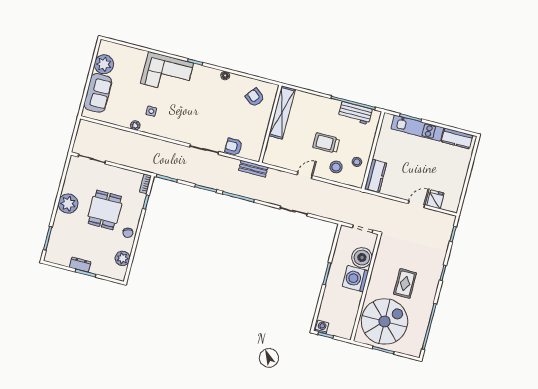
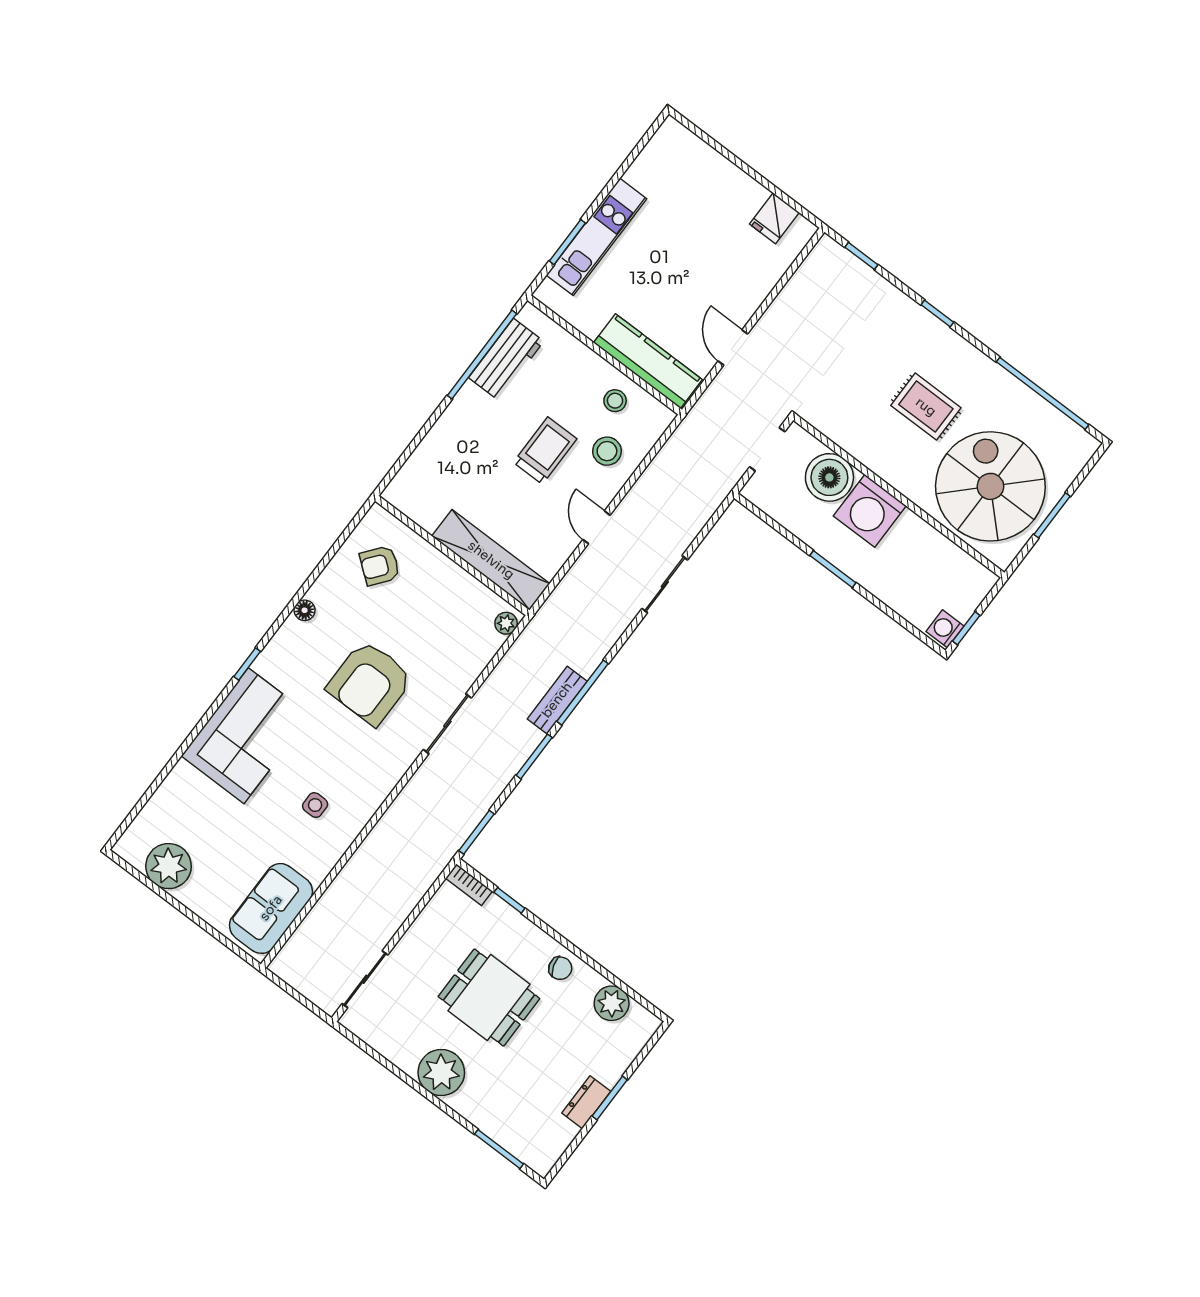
sofa: (98, 93) -> (271, 908), moved, turned -90
shelving: (282, 112) -> (491, 560), moved
plant: (135, 125) -> (506, 623), moved
kitchen counter: (457, 138) -> (655, 159), removed
trolley: (326, 143) -> (545, 451), turned 180
armchair: (234, 147) -> (370, 683), moved, width x1.88, depth x1.88
bench: (253, 169) -> (557, 700), moved
kitchen counter: (376, 176) -> (648, 361), width x1.50
fridge: (435, 199) -> (774, 218), moved, turned -90
door: (416, 204) -> (733, 348), moved

